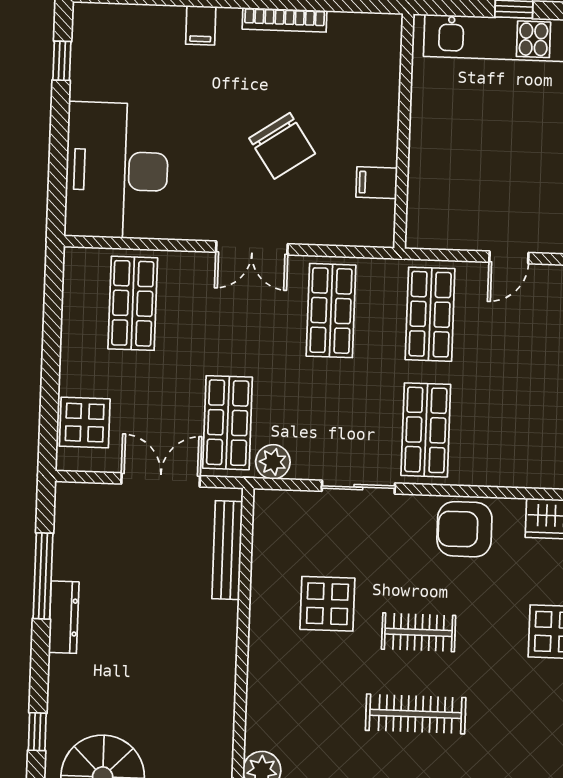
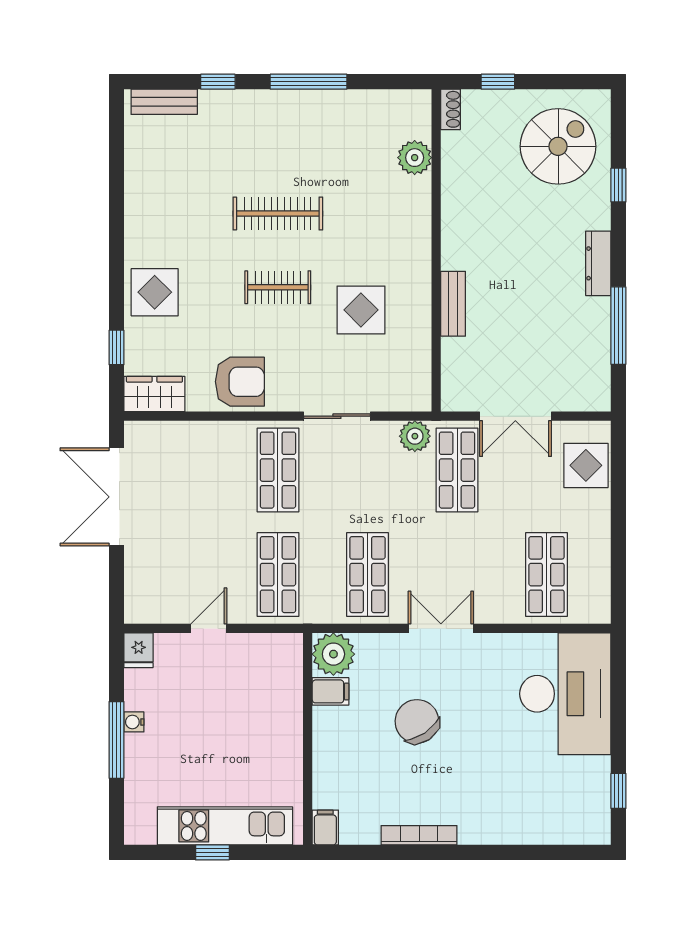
filing cabinet: (201, 25) -> (325, 827), moved
plant: (372, 224) -> (333, 654), added
bench: (227, 550) -> (453, 304), moved, width x0.73
dresser: (64, 617) -> (598, 263), moved

